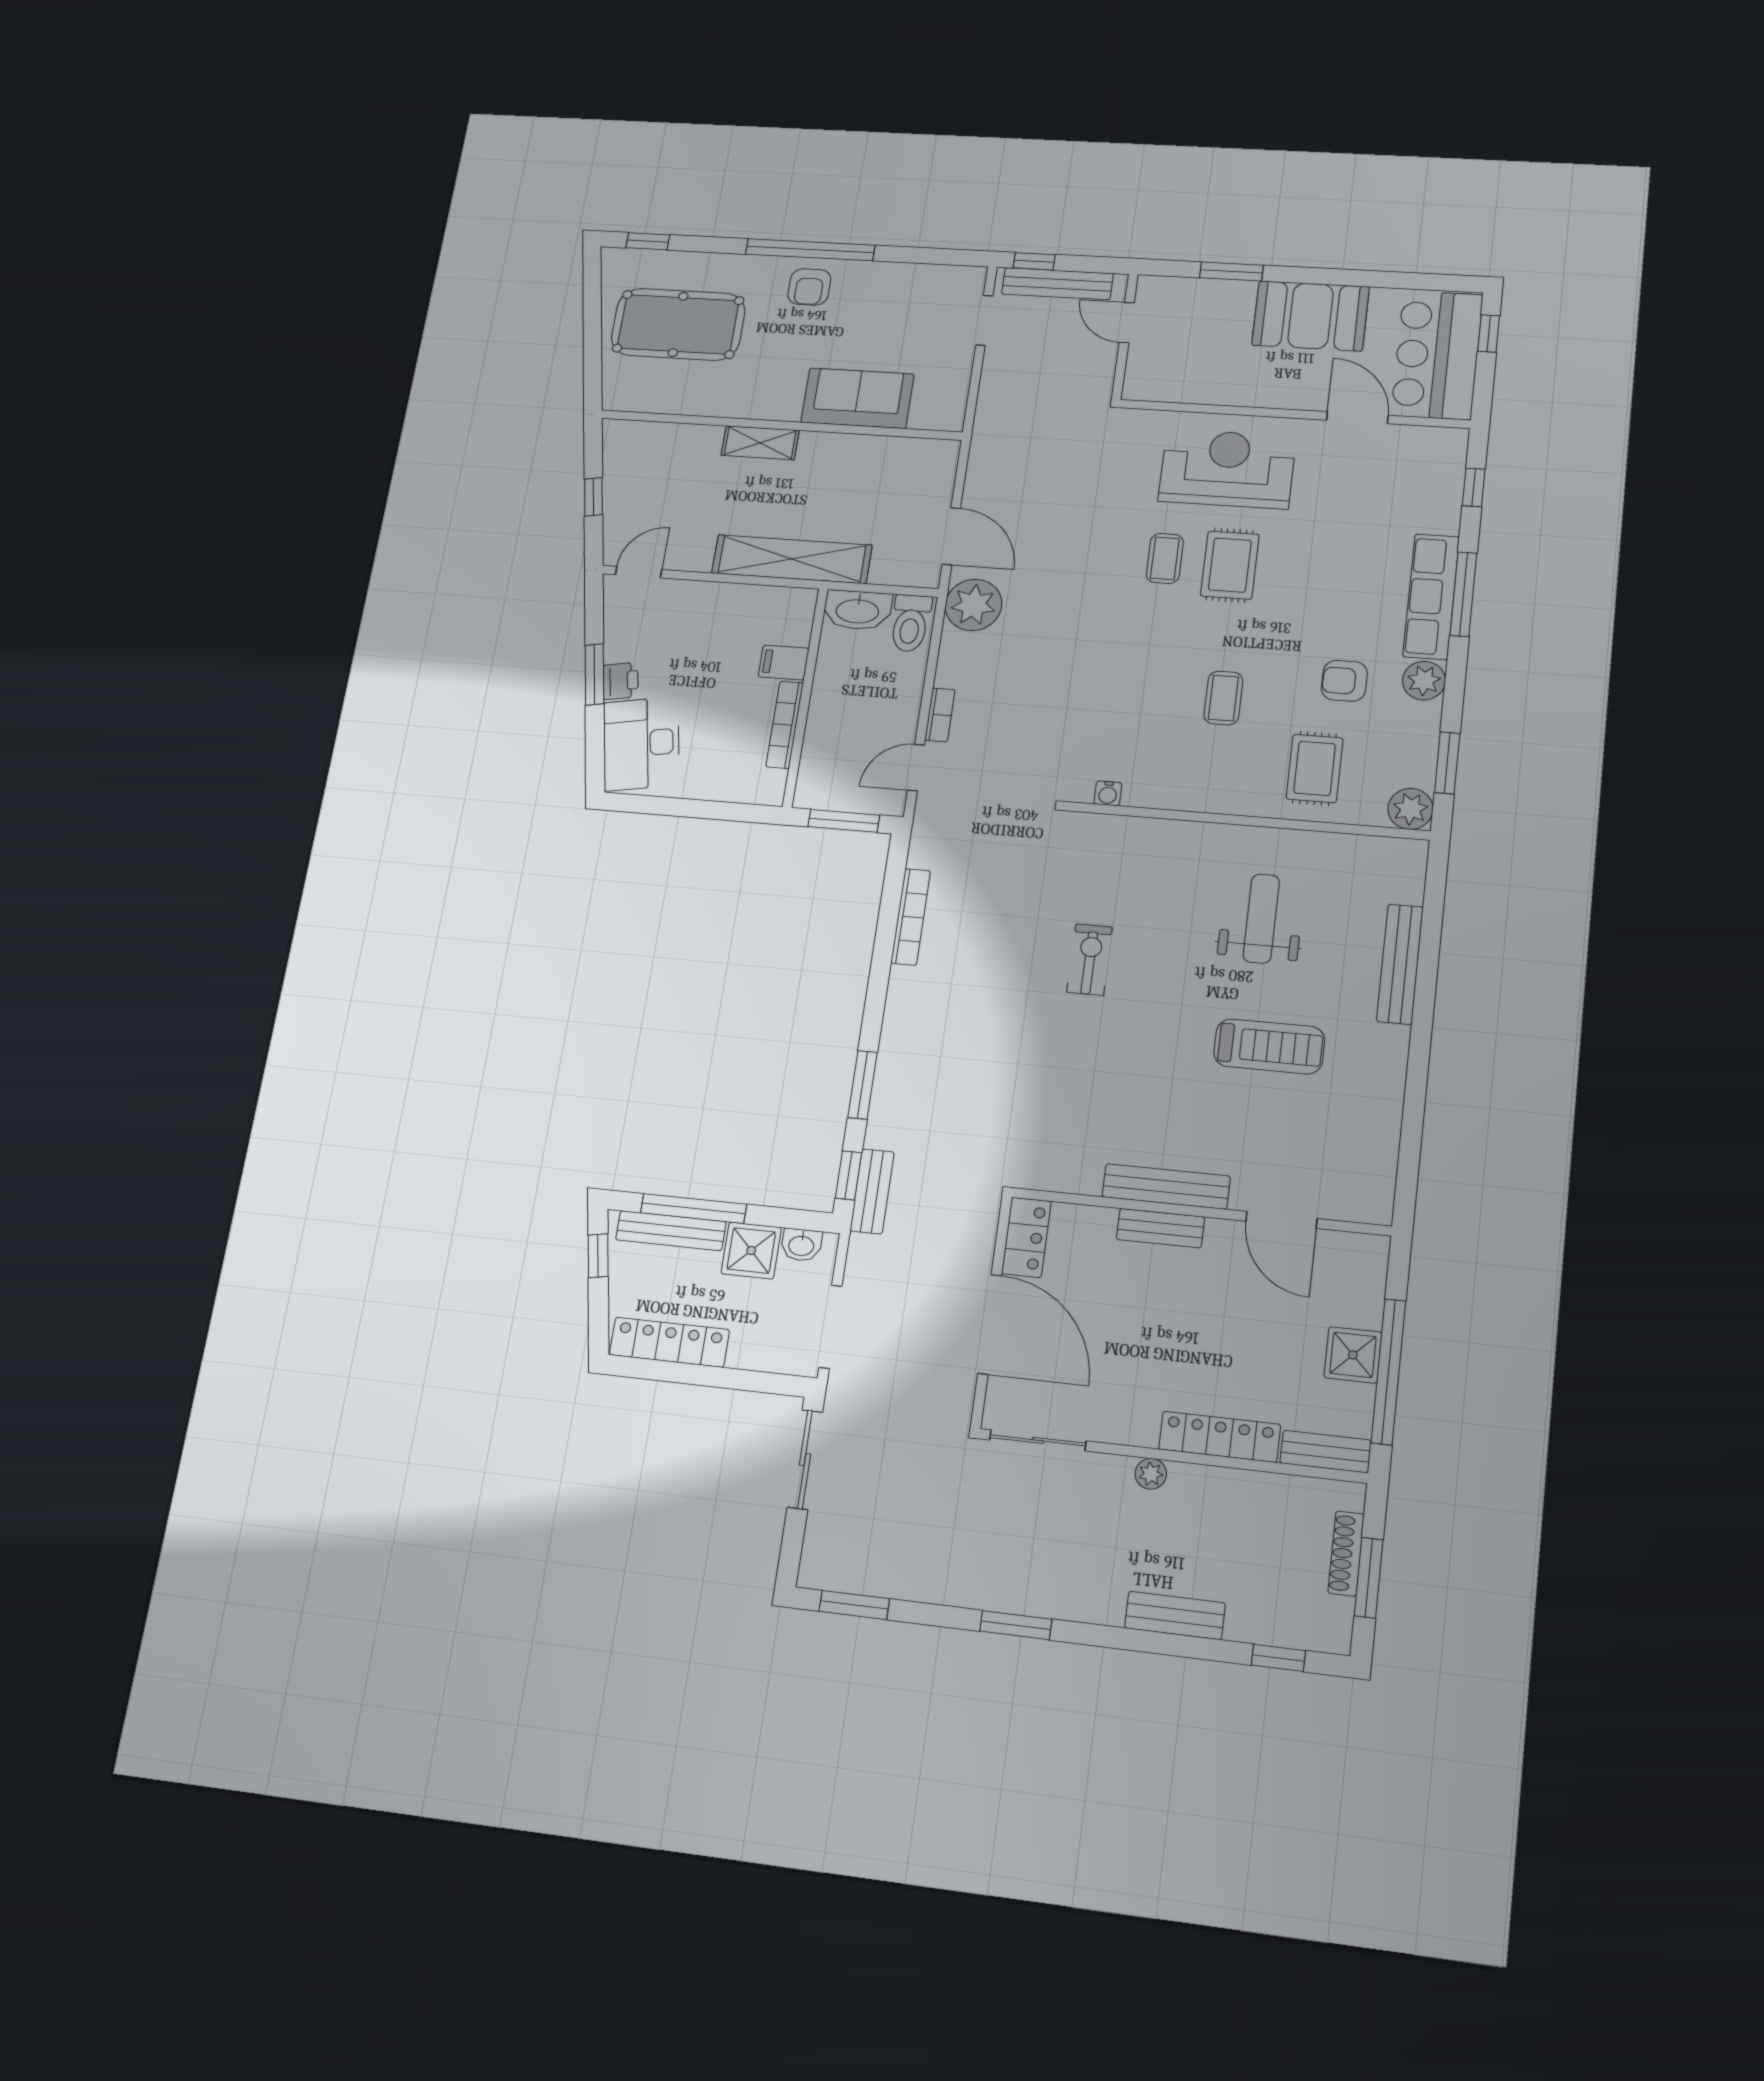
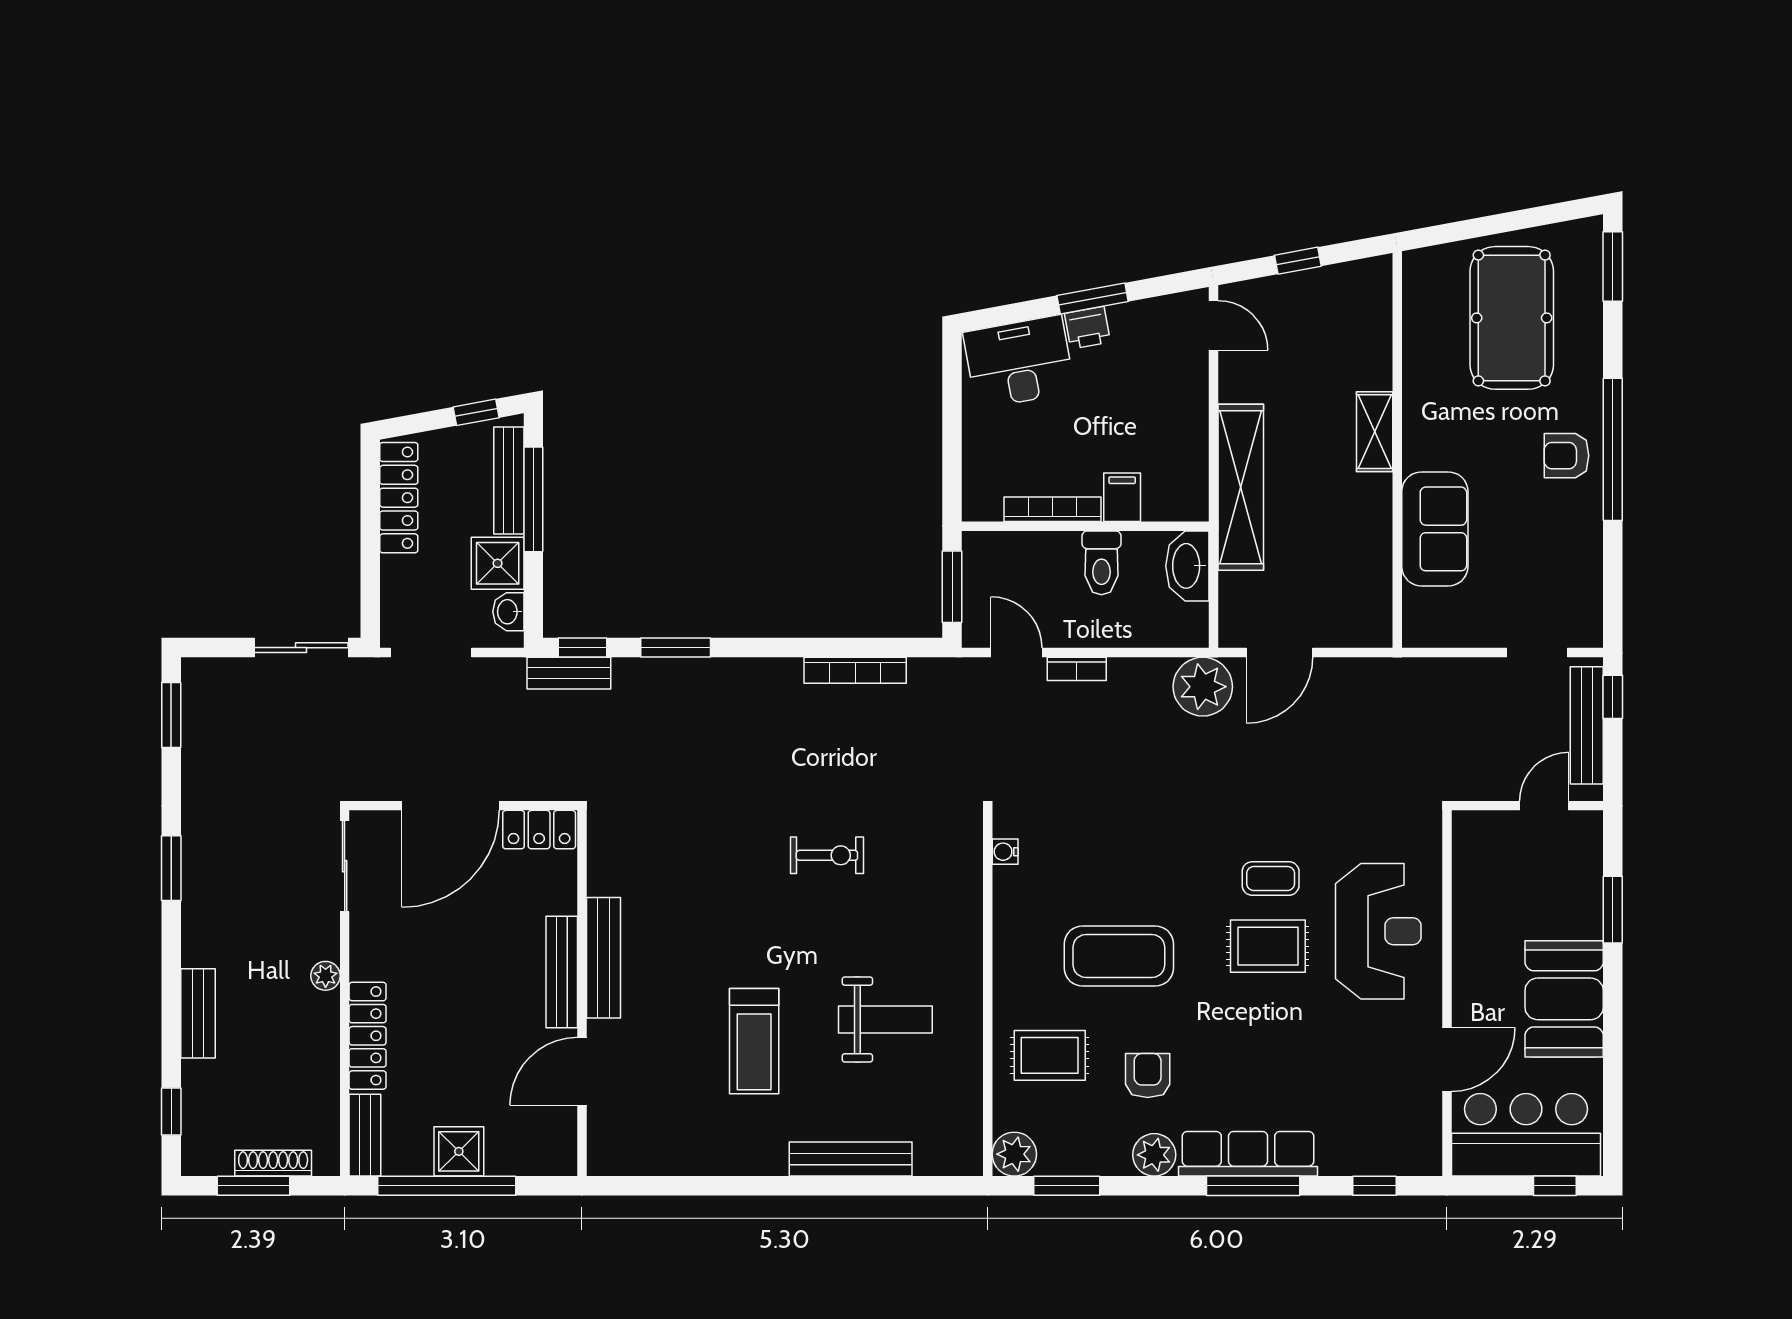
window: (648, 241) -> (1613, 266), width x1.50
toilet: (910, 623) -> (1101, 563), moved, turned -90
coffee table: (1223, 698) -> (1119, 956), width x1.86, depth x1.72
bench: (1160, 1228) -> (562, 972), width x1.36

